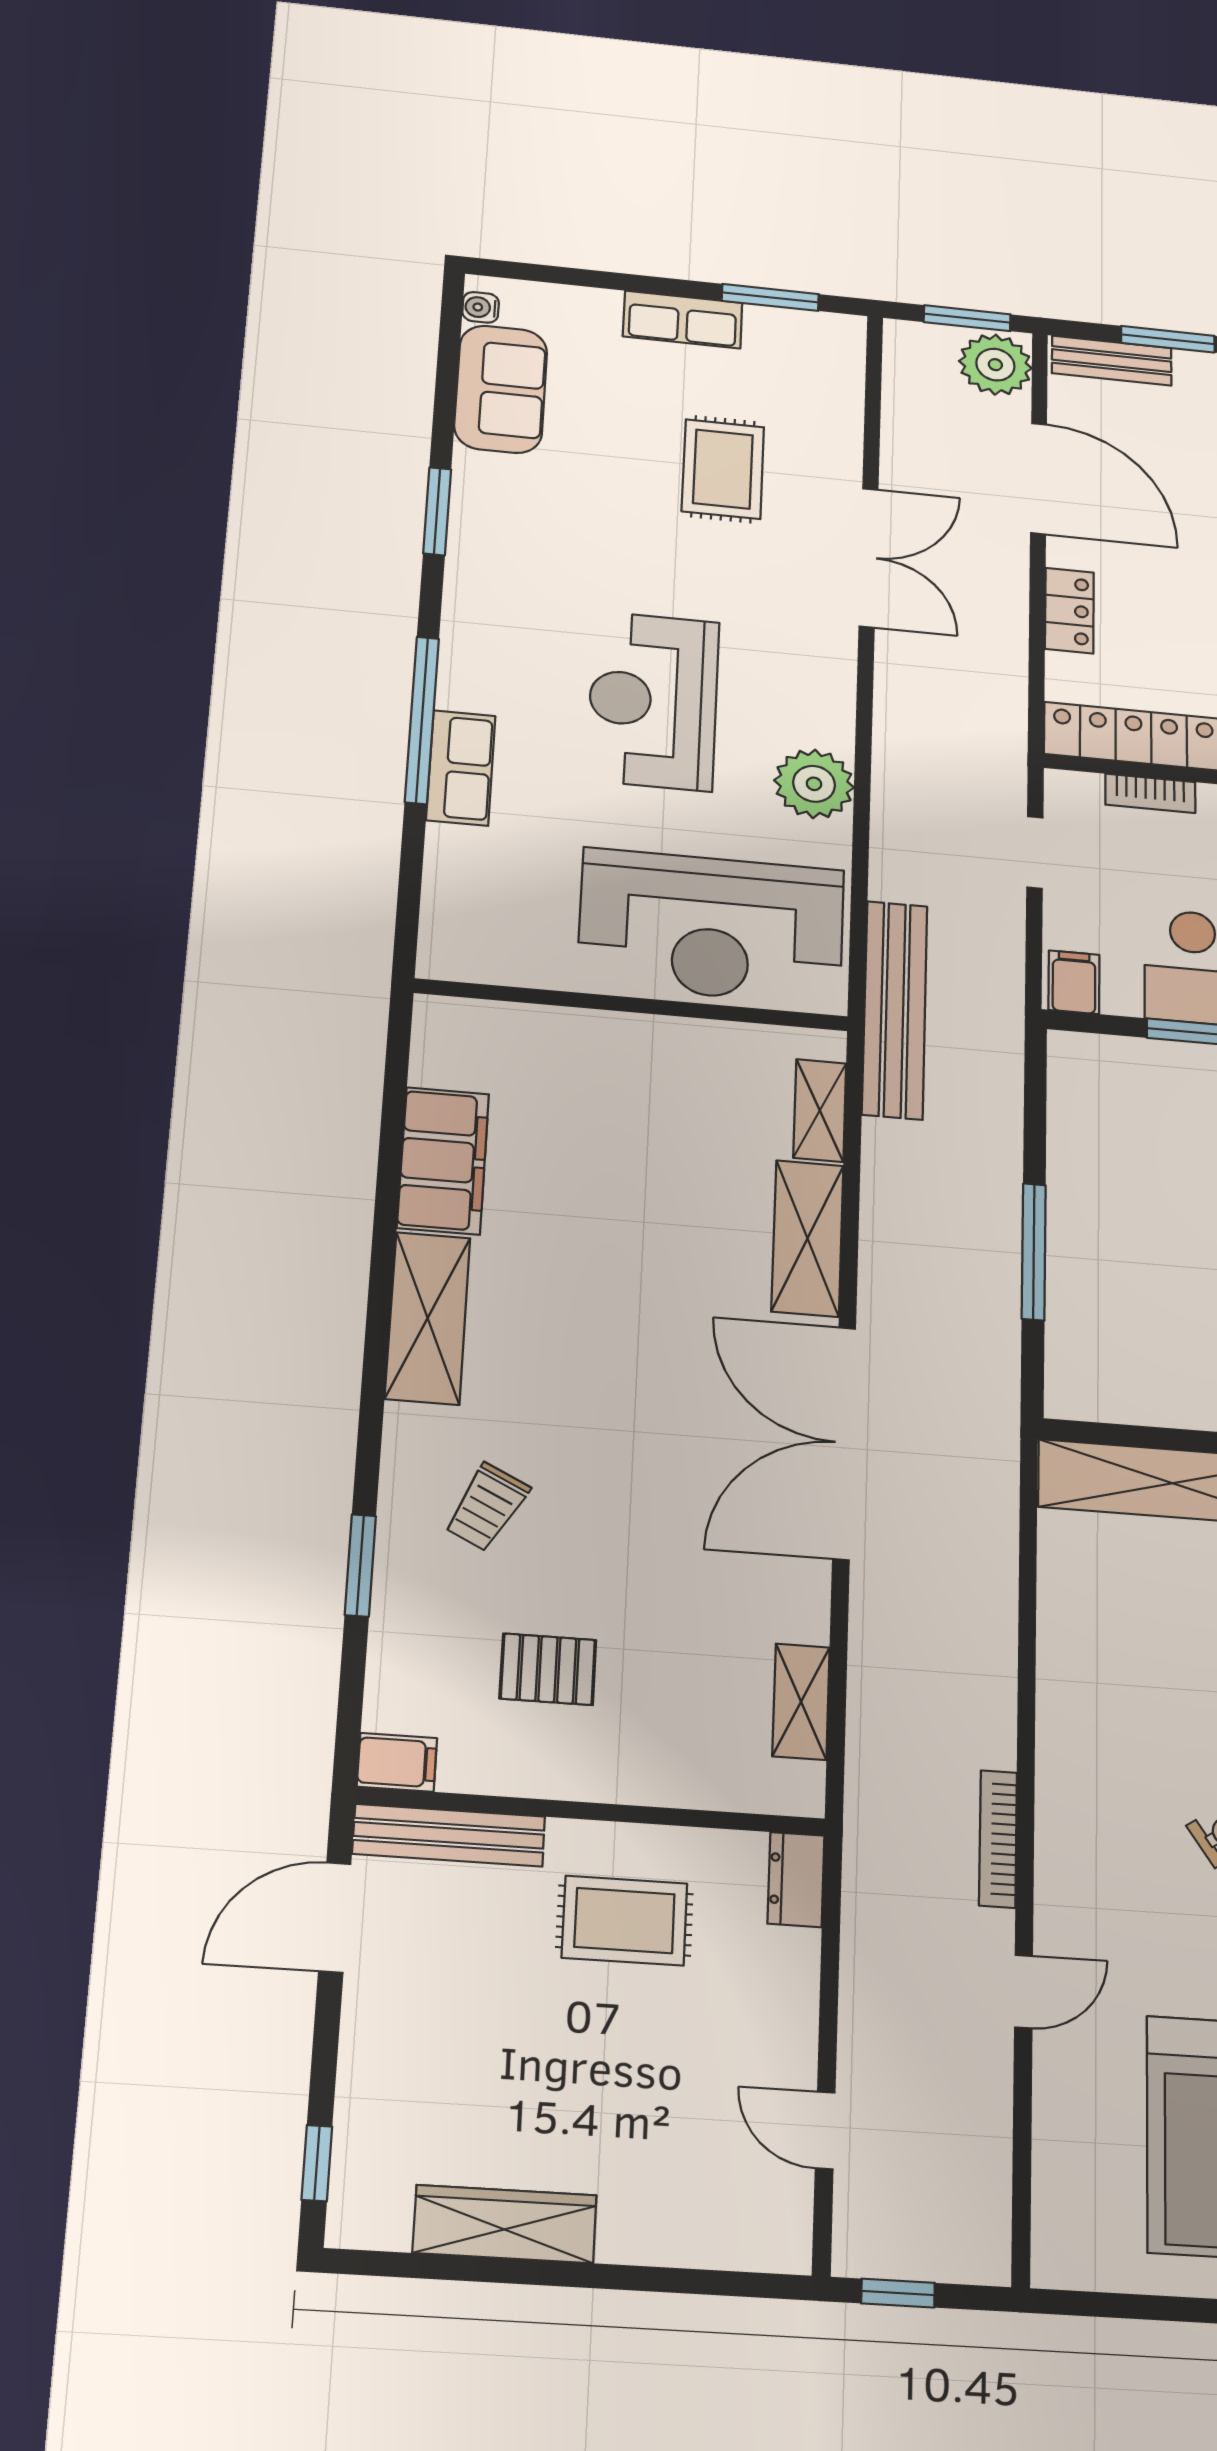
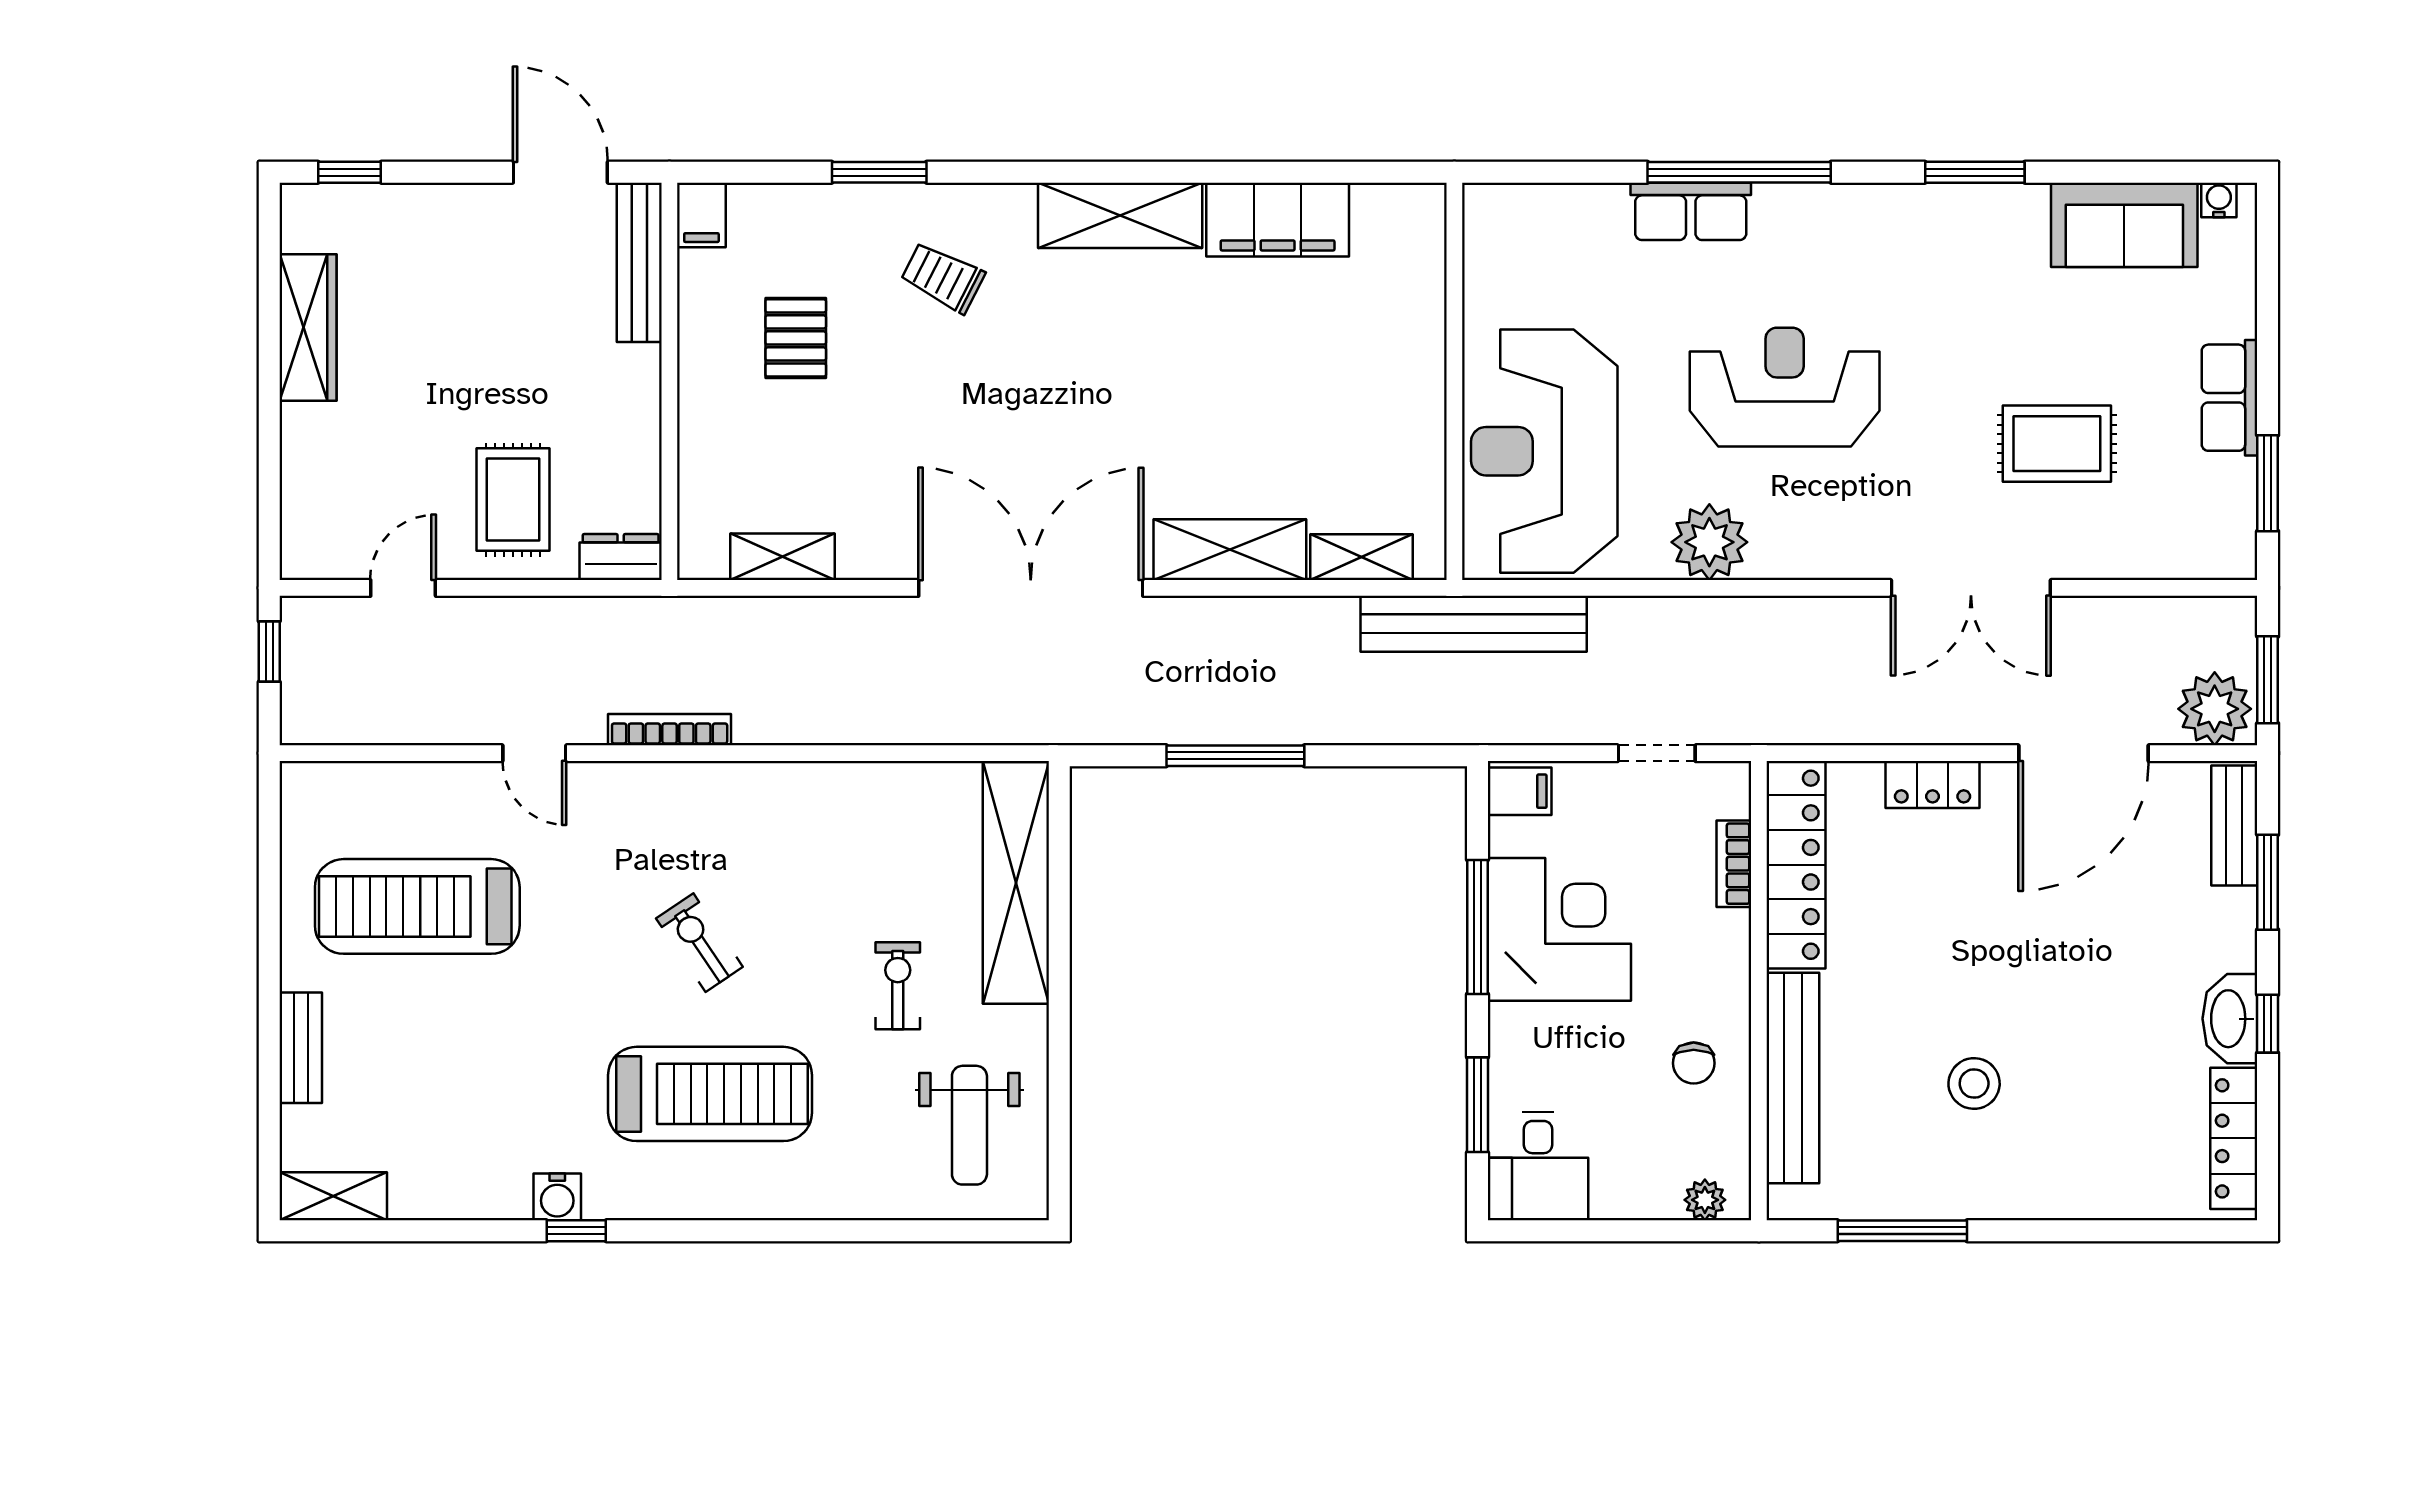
rug: (625, 1921) -> (513, 500), moved

